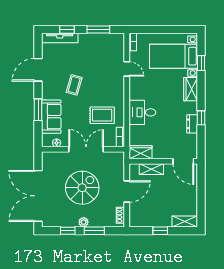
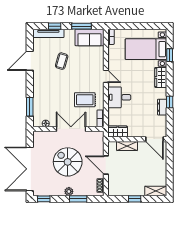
door: (127, 69) -> (106, 76), moved
coffee table: (74, 85) -> (62, 61), moved
window: (38, 110) -> (30, 107), moved
sofa: (51, 117) -> (89, 38), moved, turned 90
spiral stairs: (82, 188) -> (68, 162), turned -90
door: (127, 191) -> (106, 165), swing flipped
window: (68, 231) -> (44, 199), moved

